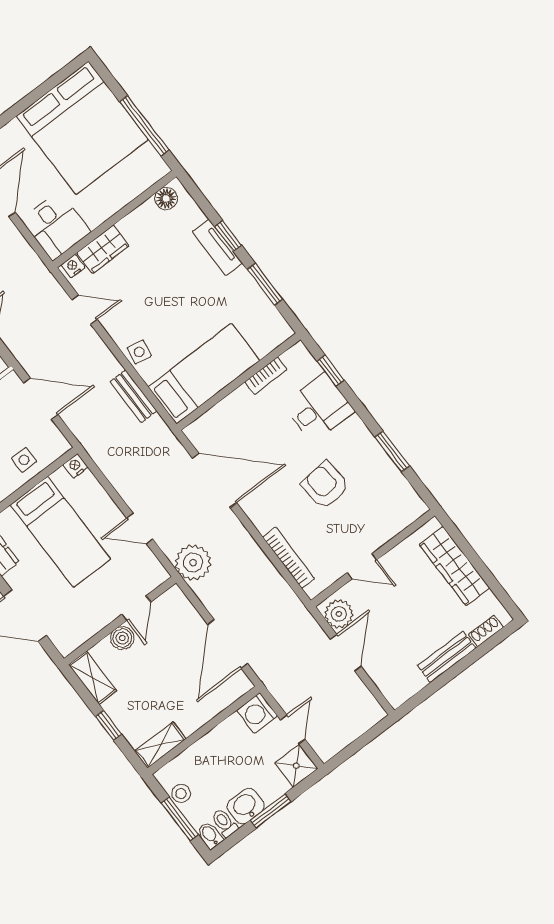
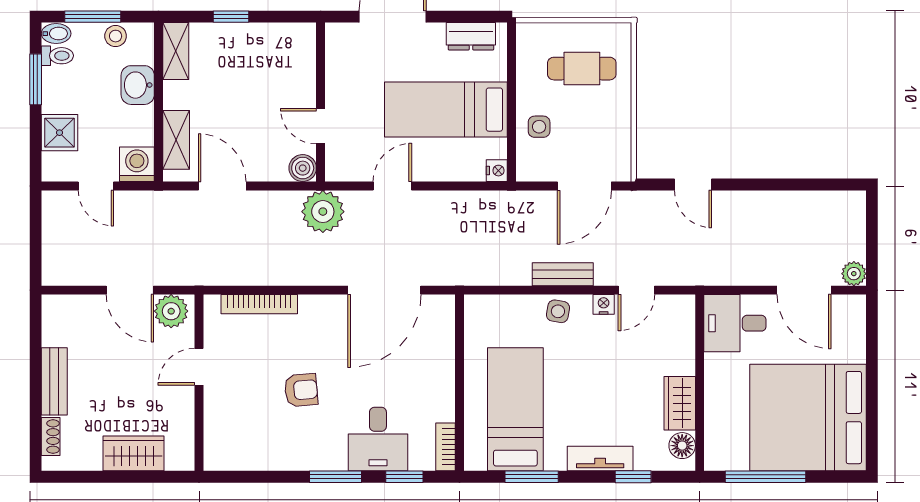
window: (228, 236) -> (633, 477), moved
wardrobe: (103, 249) -> (680, 403), moved
nightstand: (73, 266) -> (604, 304), moved, turned -90
bed: (204, 374) -> (515, 409), moved, turned 180
bookcase: (266, 376) -> (445, 447), moved
bench: (133, 396) -> (563, 274), moved
window: (392, 451) -> (336, 477), moved
armchair: (325, 485) -> (301, 390), width x0.72, depth x0.72
wardrobe: (454, 566) -> (134, 453), width x0.67
boiler: (122, 638) -> (303, 168), moved
door: (228, 644) -> (222, 186), width x0.73
shelving: (93, 678) -> (176, 140), moved, turned 90
shower: (296, 766) -> (59, 133), moved
washbasin: (246, 806) -> (138, 85), moved, turned 180
window: (271, 811) -> (36, 79), moved

